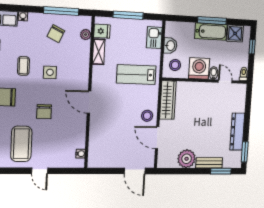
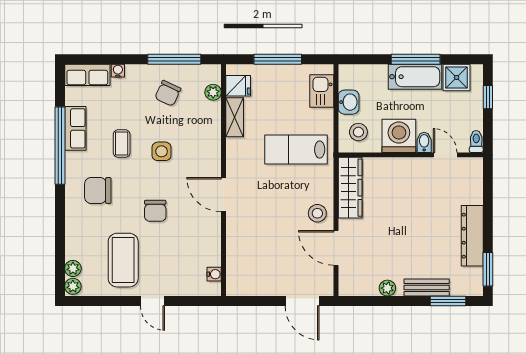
plant: (187, 159) -> (387, 288), width x0.53, depth x0.53

